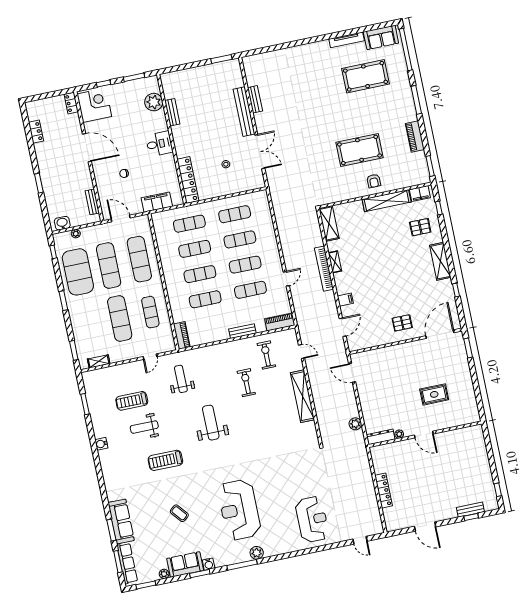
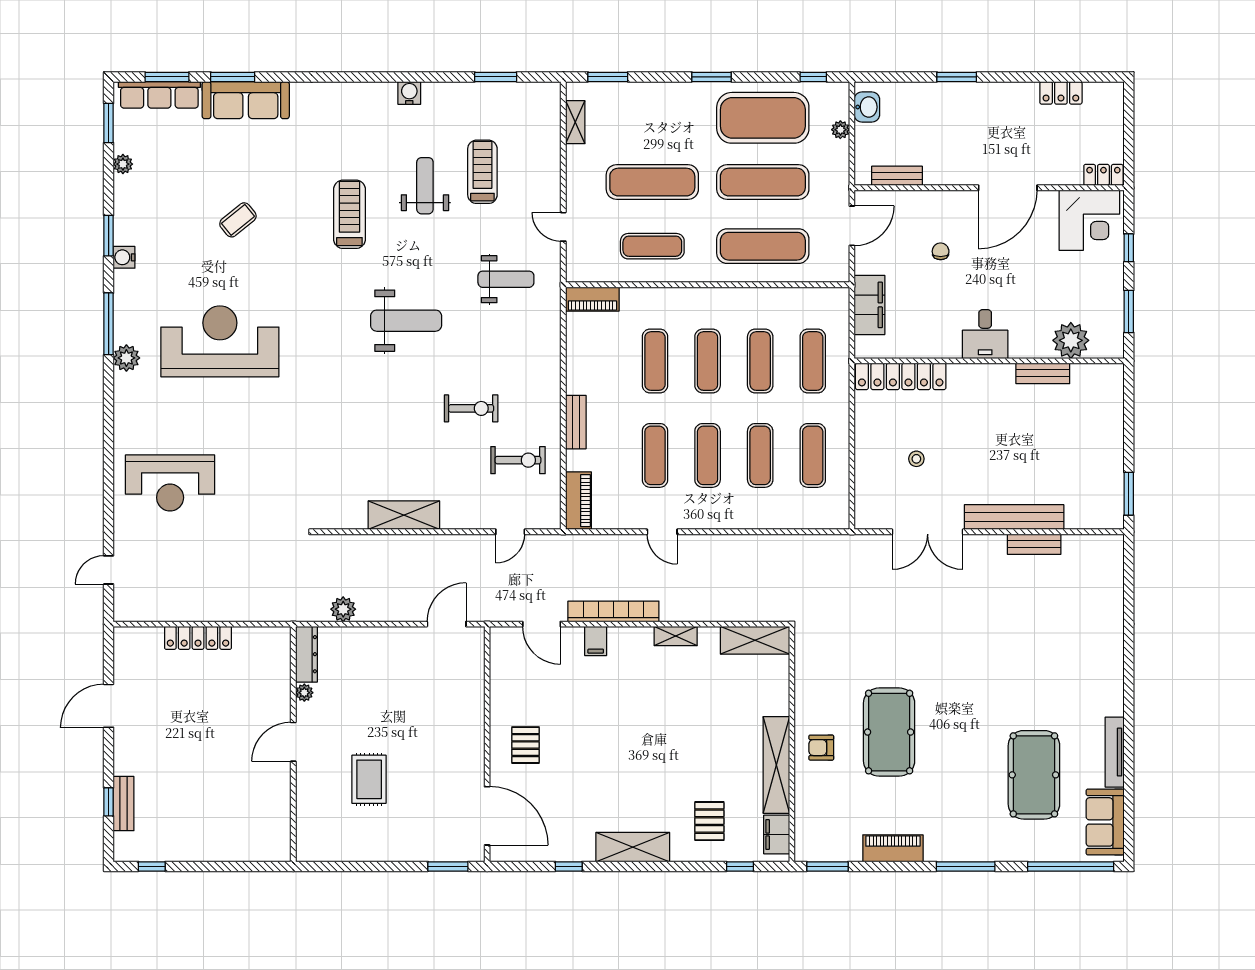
bookcase: (324, 269) -> (613, 611), moved
shelving: (302, 396) -> (404, 515), width x0.68
sofa: (185, 564) -> (133, 210), removed

